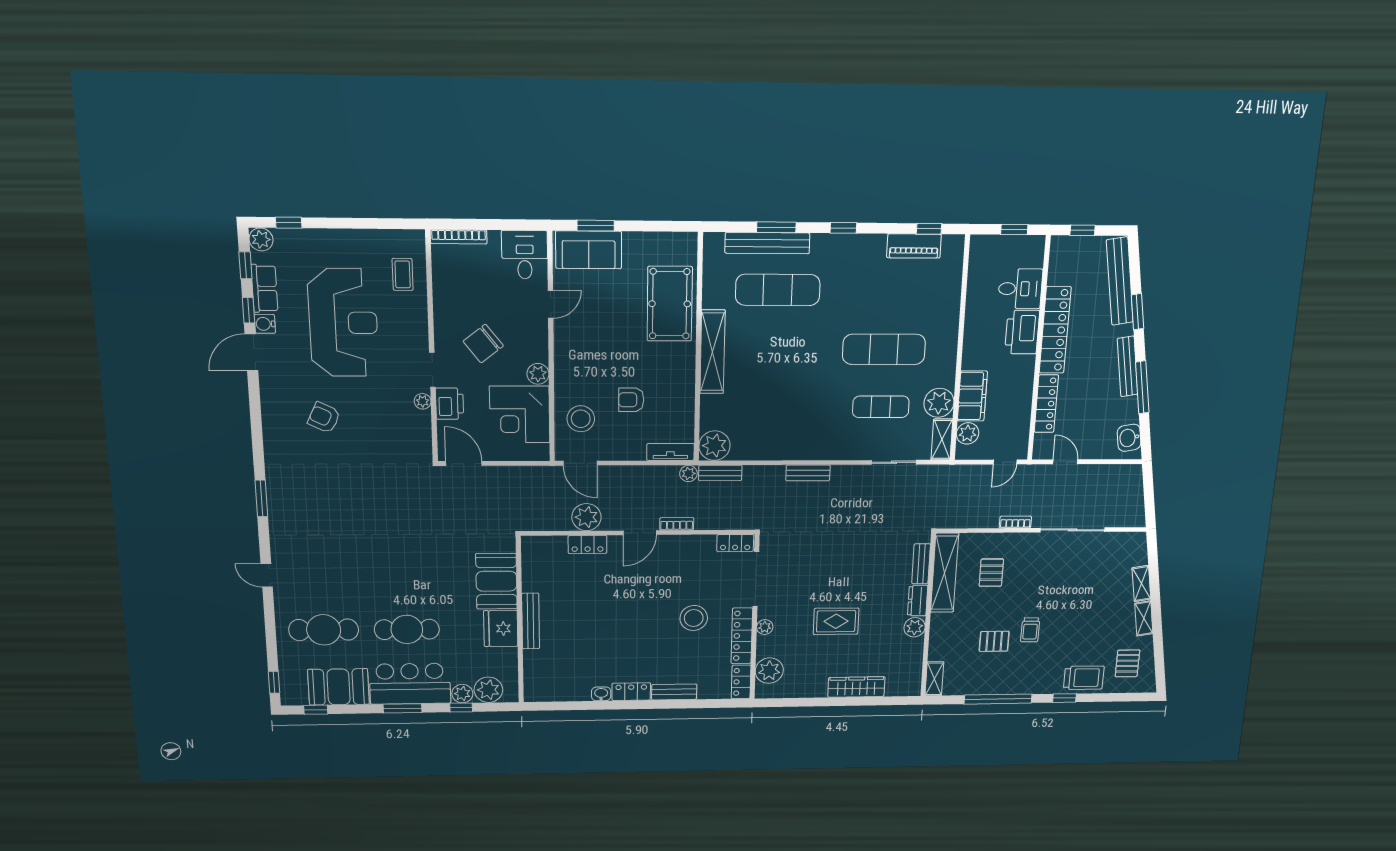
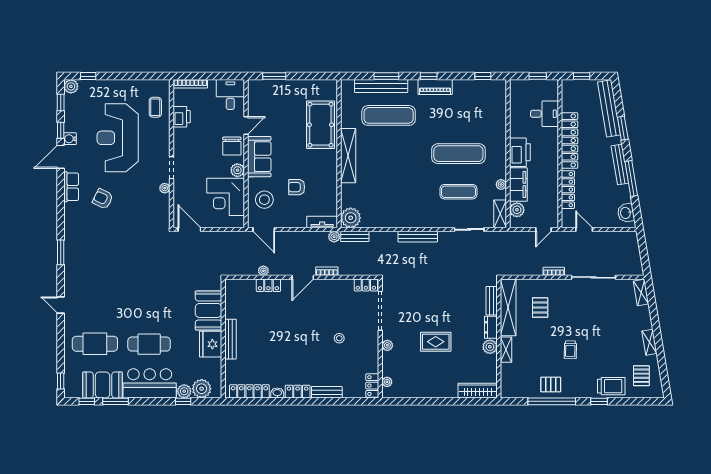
piano: (914, 246) -> (435, 87), moved
sofa: (589, 250) -> (259, 157), moved, turned -90
row of seats: (264, 288) -> (71, 187), moved
reception desk: (343, 323) -> (118, 138), turned 180
printer: (1022, 332) -> (520, 152), moved, turned 180
chair: (483, 344) -> (232, 146), moved, turned -52
plant: (939, 403) -> (501, 184), width x0.53, depth x0.53
printer: (450, 404) -> (182, 117), moved
bench: (808, 473) -> (418, 237), width x1.36
plant: (586, 517) -> (263, 271), width x0.53, depth x0.53
shelving: (1141, 583) -> (641, 293), moved
stool: (694, 618) -> (339, 338), width x0.53, depth x0.53
locker: (742, 636) -> (249, 391), moved, turned 90
pallet: (994, 641) -> (551, 385), moved
plant: (769, 671) -> (387, 382), width x0.53, depth x0.53
shelving: (934, 679) -> (506, 350), moved
wardrobe: (856, 687) -> (478, 391), moved
window: (403, 708) -> (116, 401), moved

